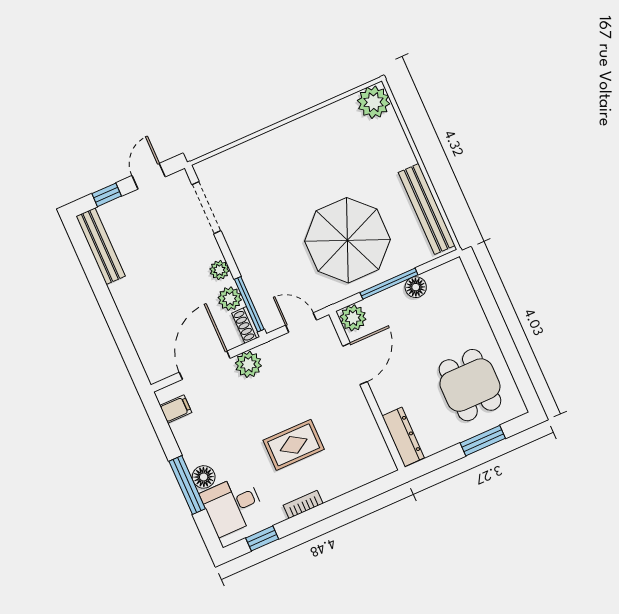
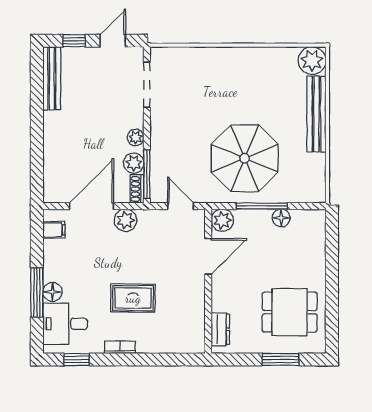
bench: (427, 209) -> (316, 114), moved
dining table: (470, 385) -> (290, 312), turned 90
dresser: (403, 437) -> (220, 329), width x0.70

